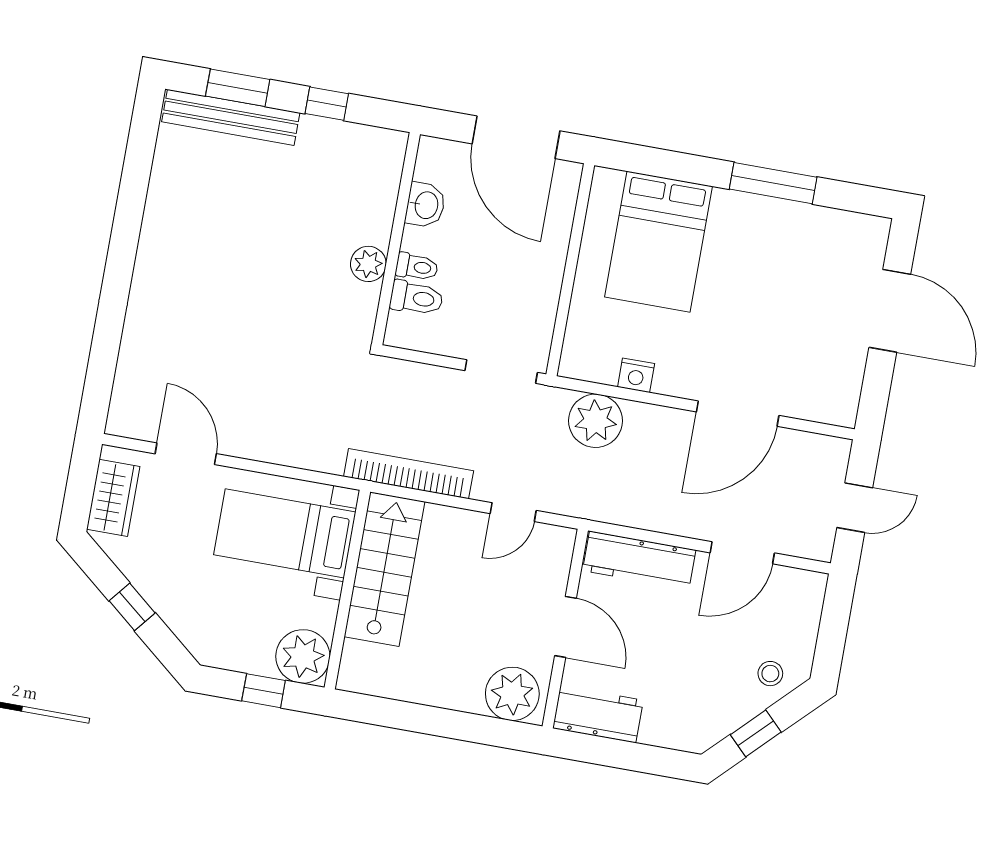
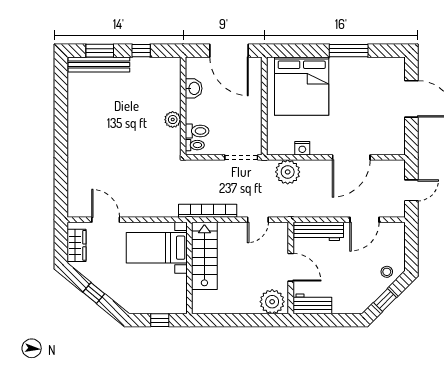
bed: (659, 242) -> (302, 86), width x1.36
toilet: (417, 267) -> (195, 145), moved
plant: (303, 656) -> (175, 302), removed

